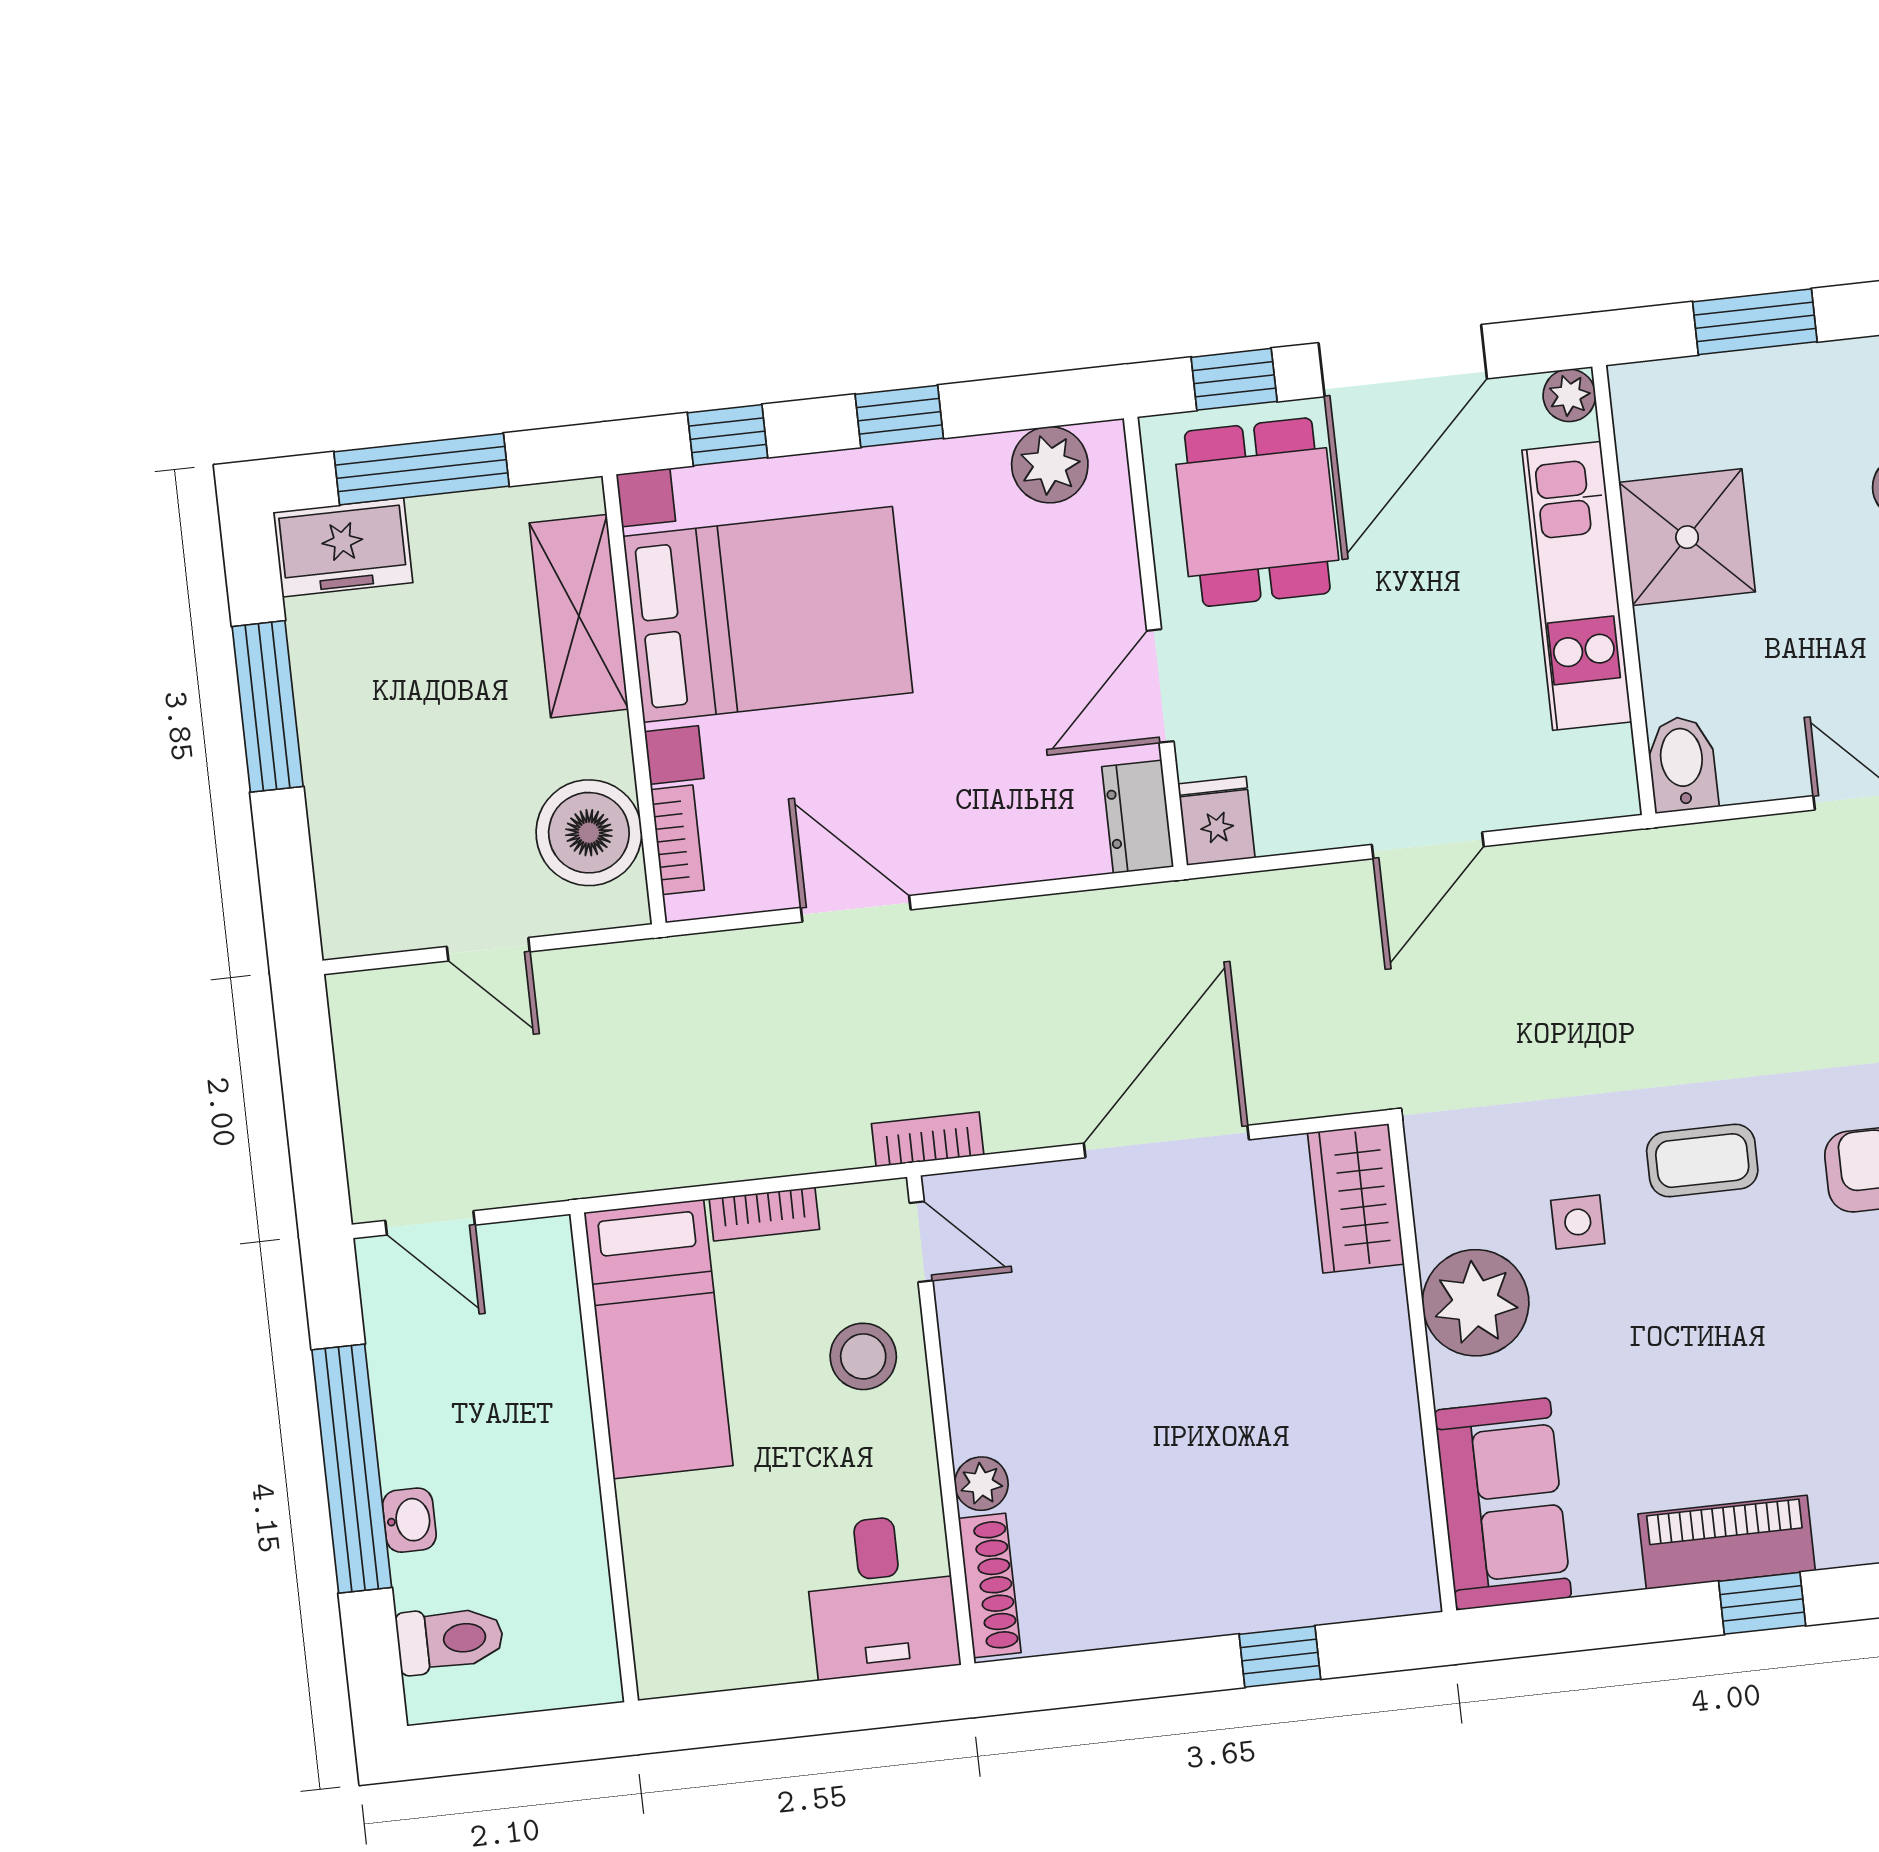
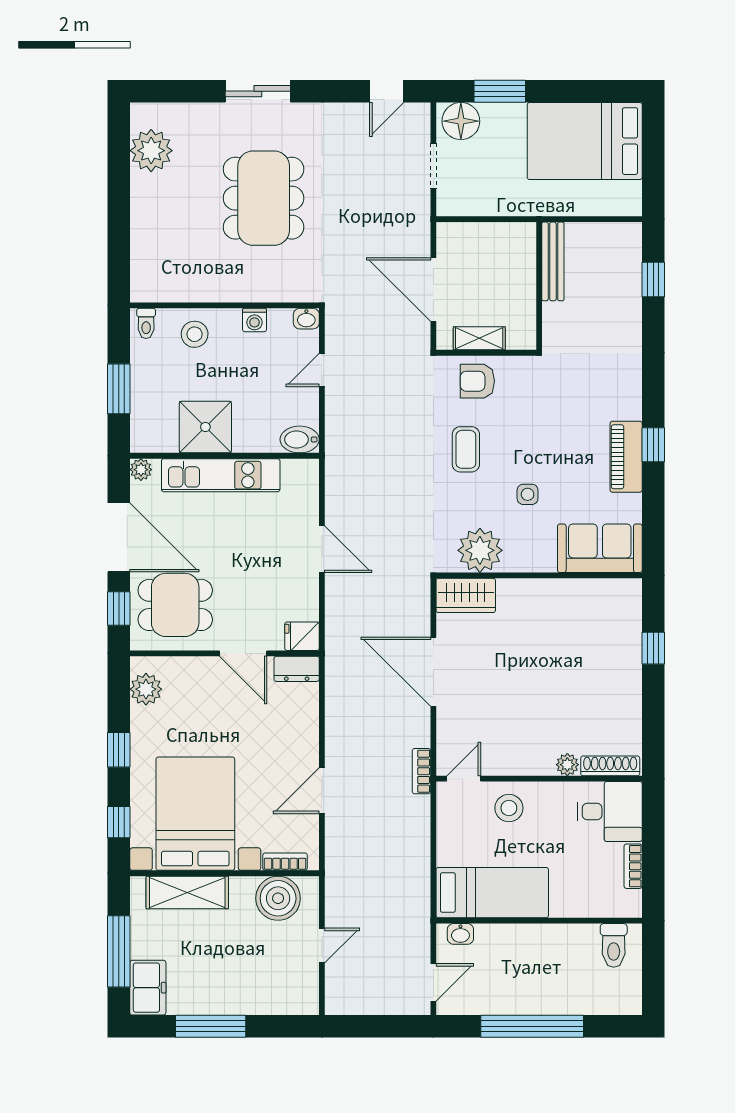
bookcase: (764, 1214) -> (633, 866), moved, turned 180
side table: (1578, 1222) -> (528, 494), moved
plant: (1476, 1303) -> (480, 550), moved
washbasin: (409, 1520) -> (460, 934), moved, turned 180
toilet: (450, 1639) -> (614, 945), moved, turned 180

